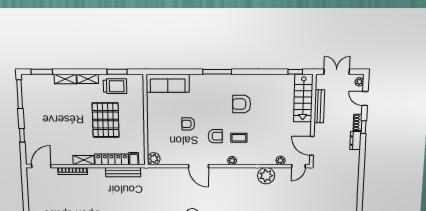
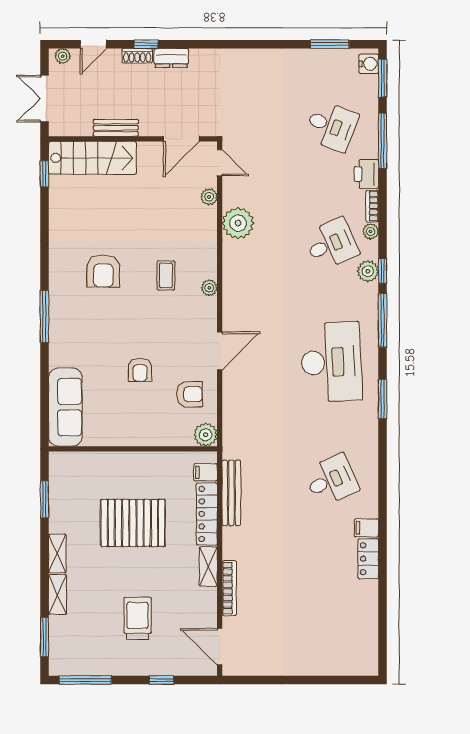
trolley: (115, 86) -> (138, 618), moved
bench: (319, 106) -> (116, 128), width x0.73
armchair: (215, 136) -> (189, 394), moved, turned 90

